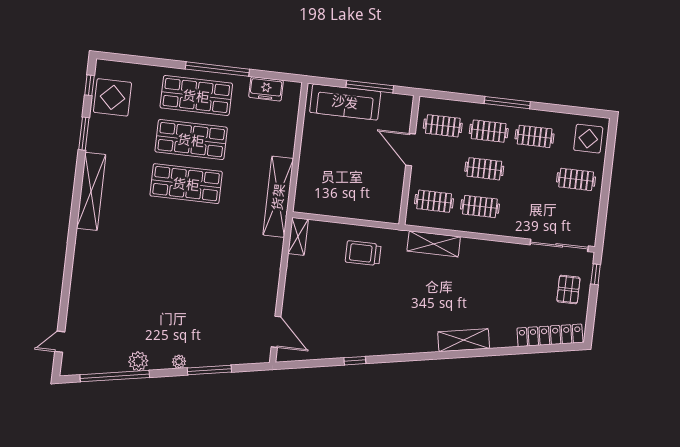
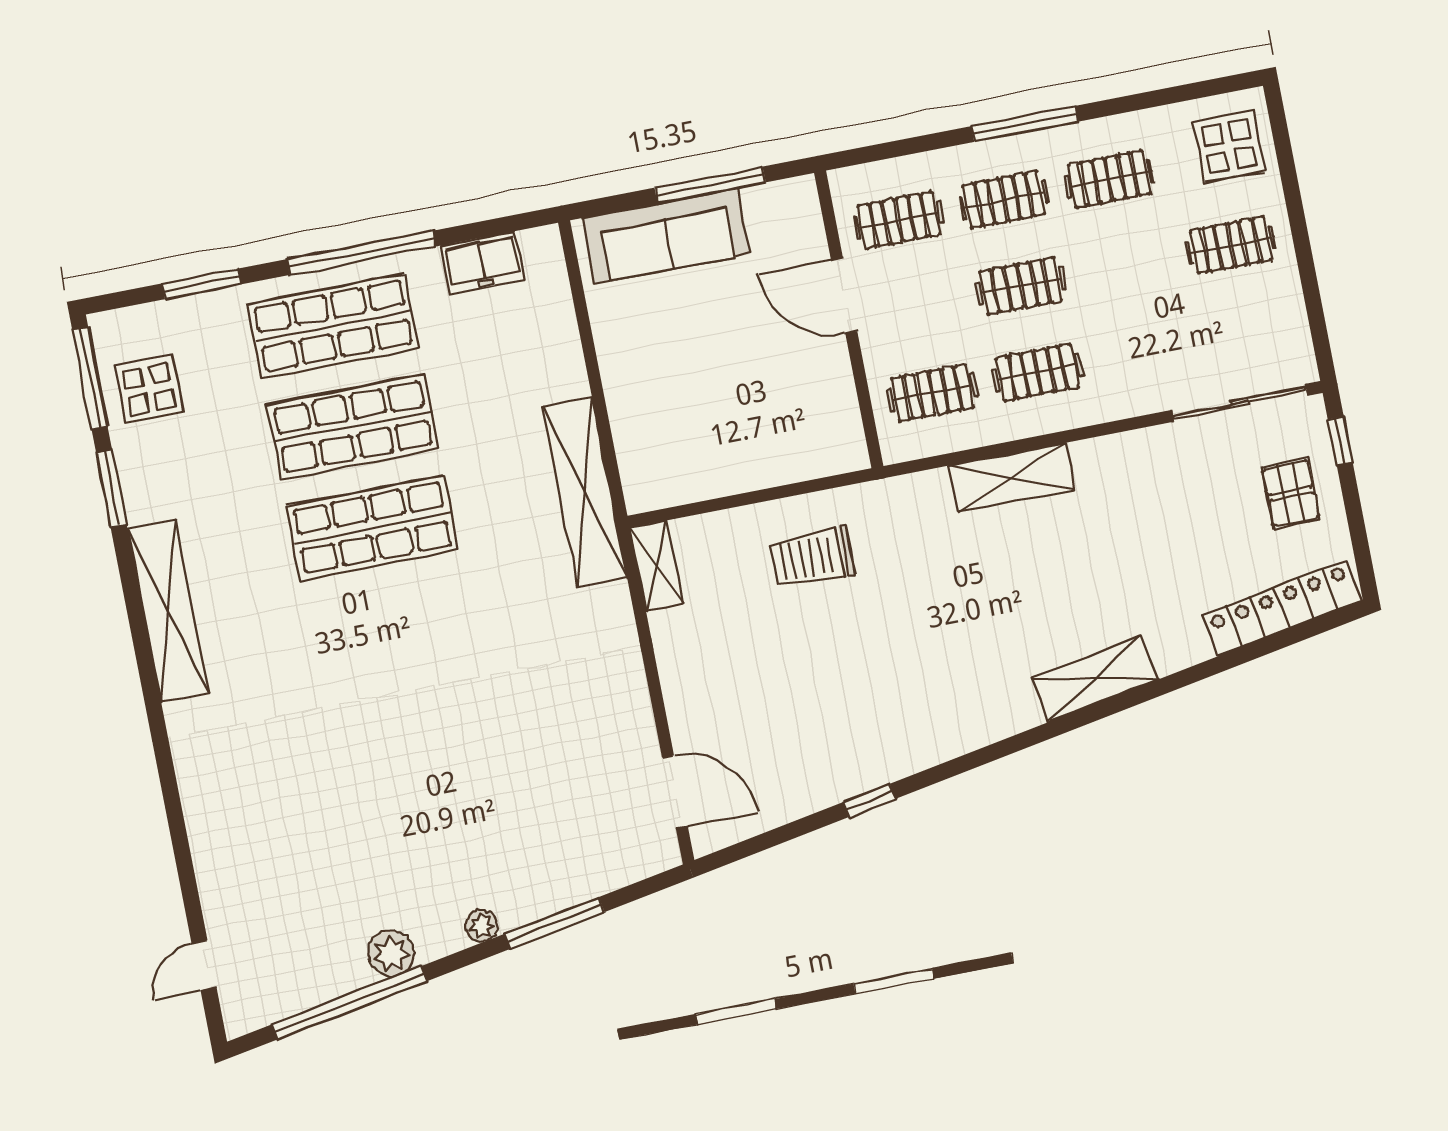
window: (148, 61) -> (202, 284), added
window: (89, 85) -> (90, 378), width x2.17
display table: (112, 97) -> (149, 389), width x0.73, depth x0.73
shelving: (434, 244) -> (1012, 478), moved

